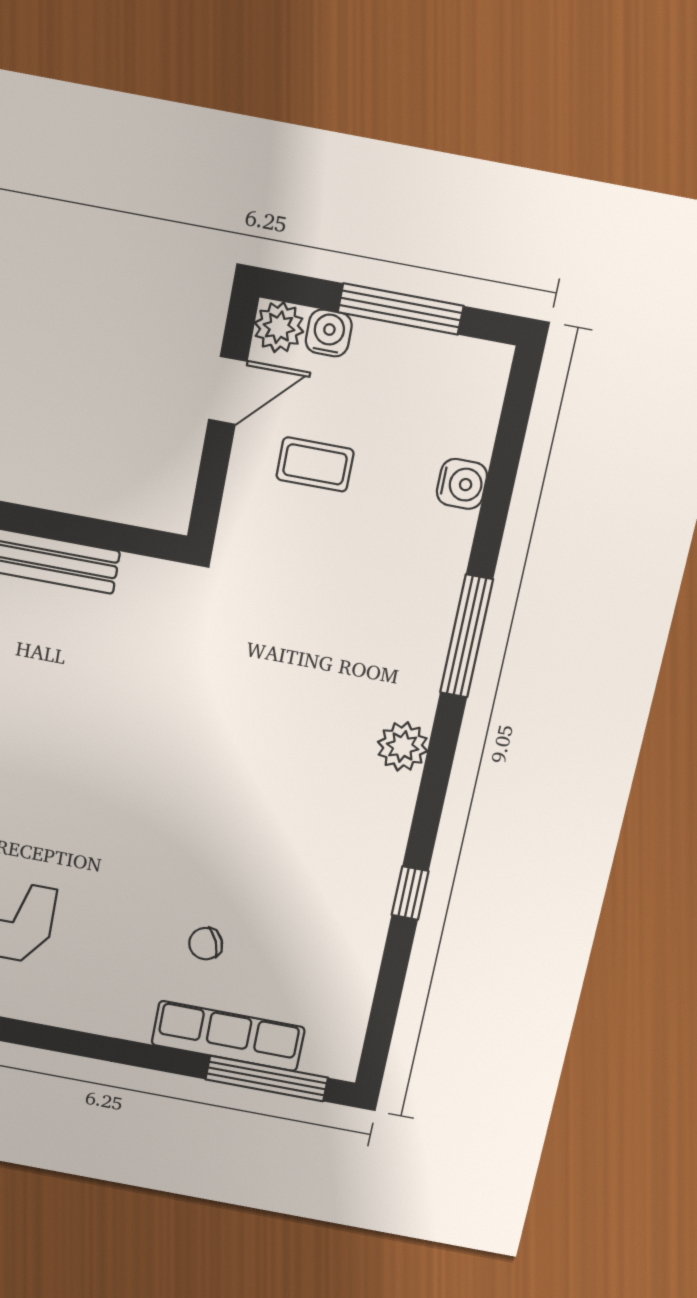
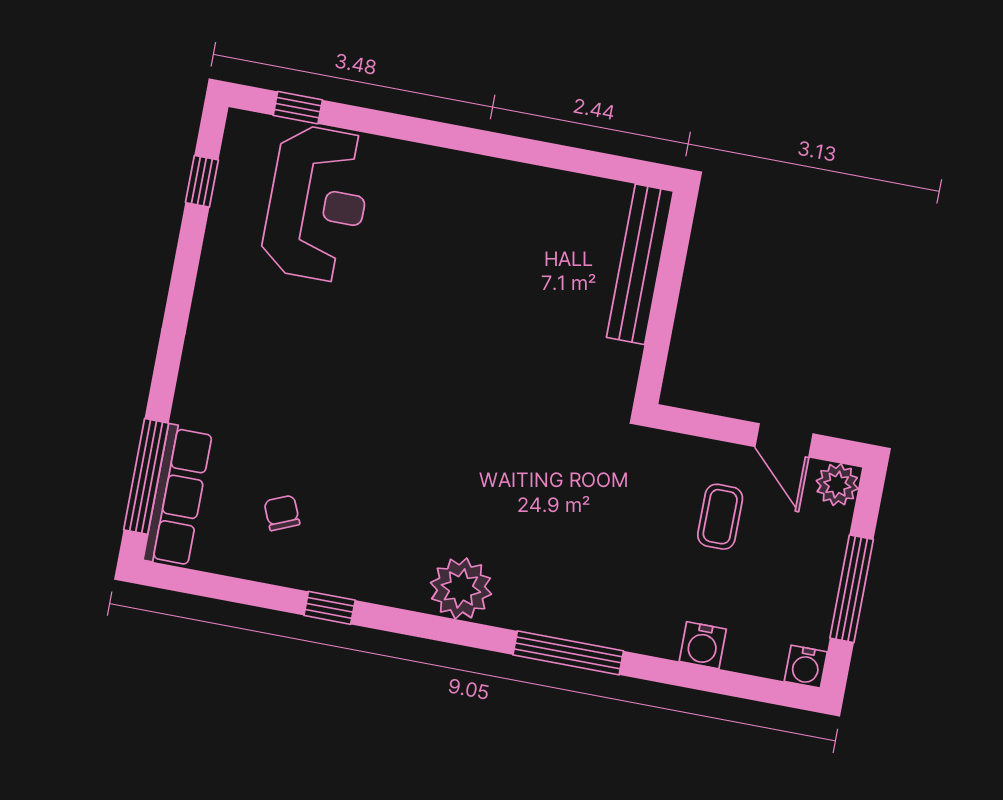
water cooler: (329, 333) -> (806, 667), moved, turned 90
plant: (403, 746) -> (461, 588), width x1.36, depth x1.36
chair: (206, 944) -> (282, 513), moved
row of seats: (228, 1036) -> (178, 496), moved

